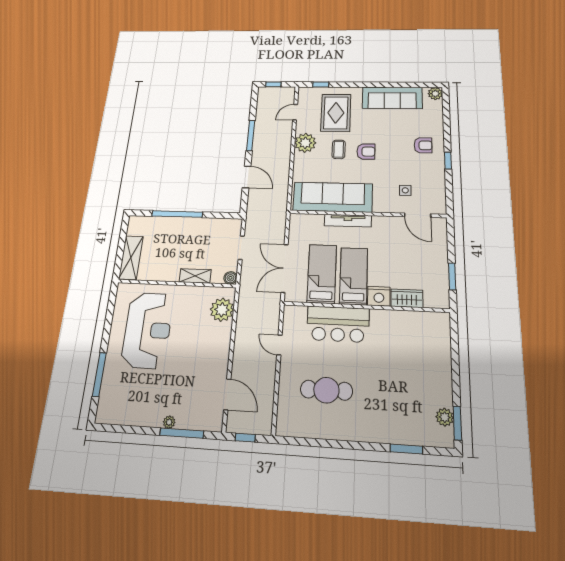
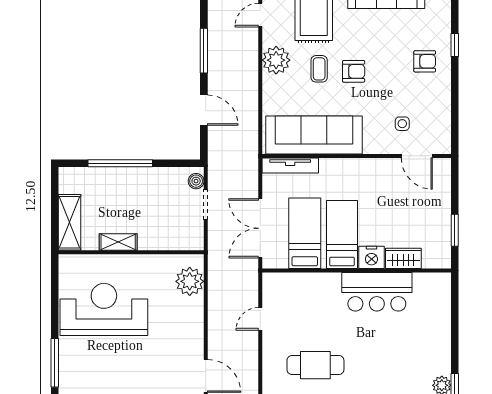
window: (448, 161) -> (455, 45), moved
tv unit: (348, 221) -> (290, 165), moved
shelving: (195, 276) -> (118, 242), moved
boiler: (230, 278) -> (196, 181), moved
bar counter: (338, 324) -> (377, 292), moved
reception desk: (148, 330) -> (104, 309), turned -90
door: (279, 345) -> (260, 319), hinge flipped

